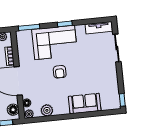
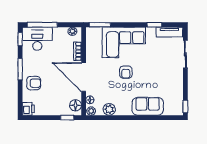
window: (65, 24) -> (154, 25), moved

